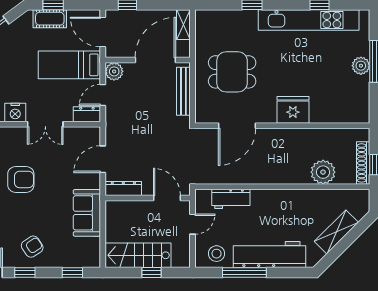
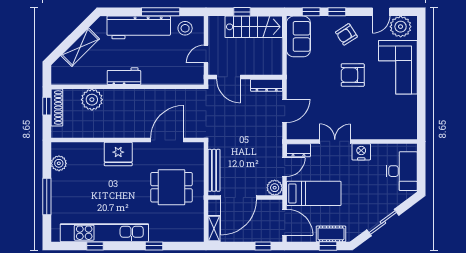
plant: (361, 66) -> (59, 163), moved
armchair: (21, 179) -> (353, 75), moved
workbench: (231, 199) -> (124, 76), moved
sofa: (87, 213) -> (298, 36), moved
window: (25, 272) -> (337, 12), moved

